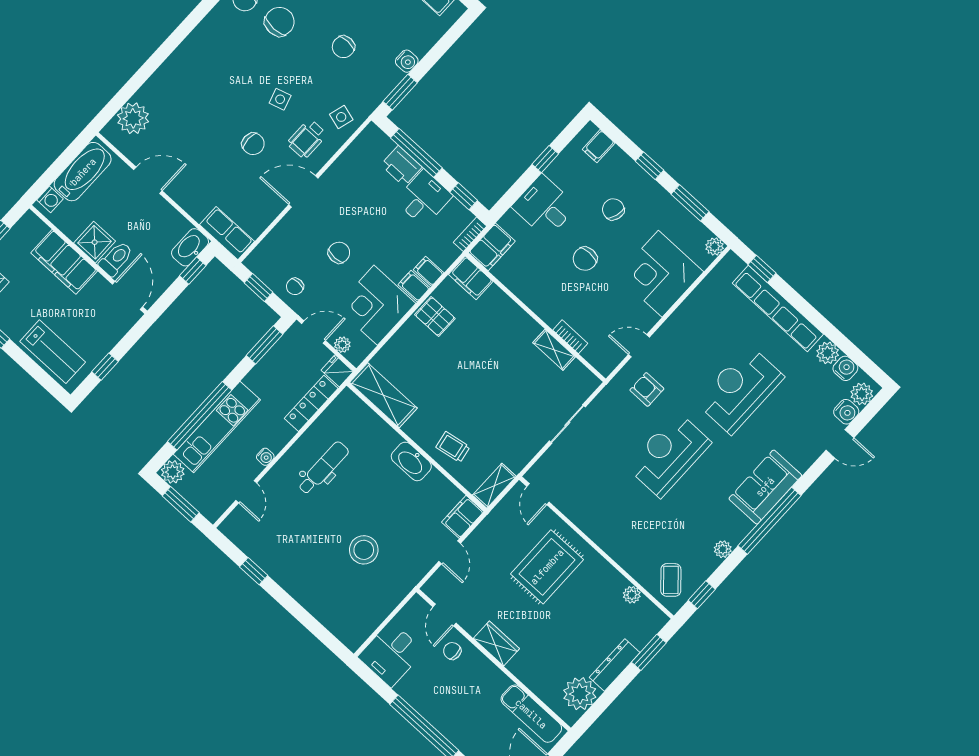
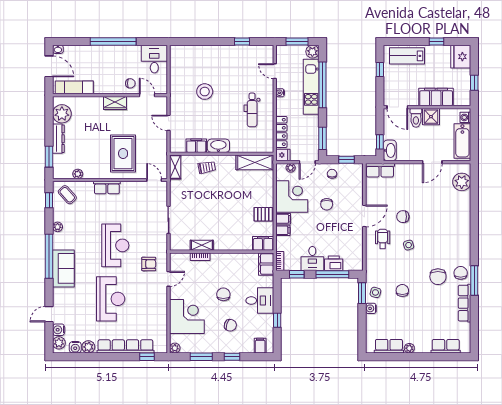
side table: (341, 117) -> (375, 292), moved
filing cabinet: (463, 517) -> (196, 146), moved, turned -90
row of seats: (610, 541) -> (107, 188), added

